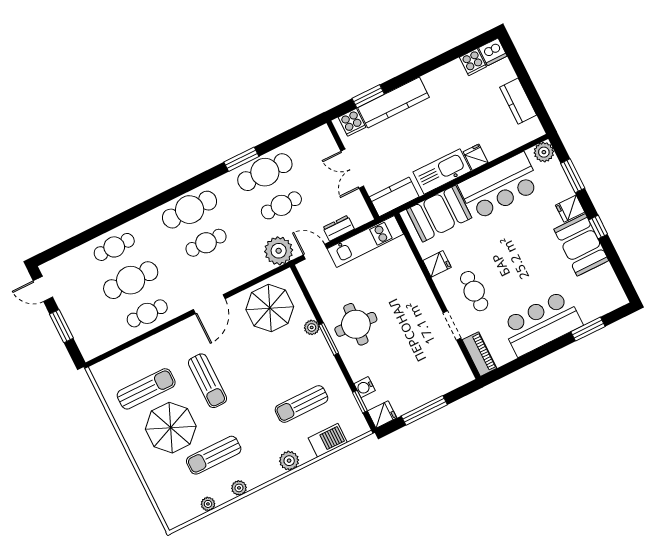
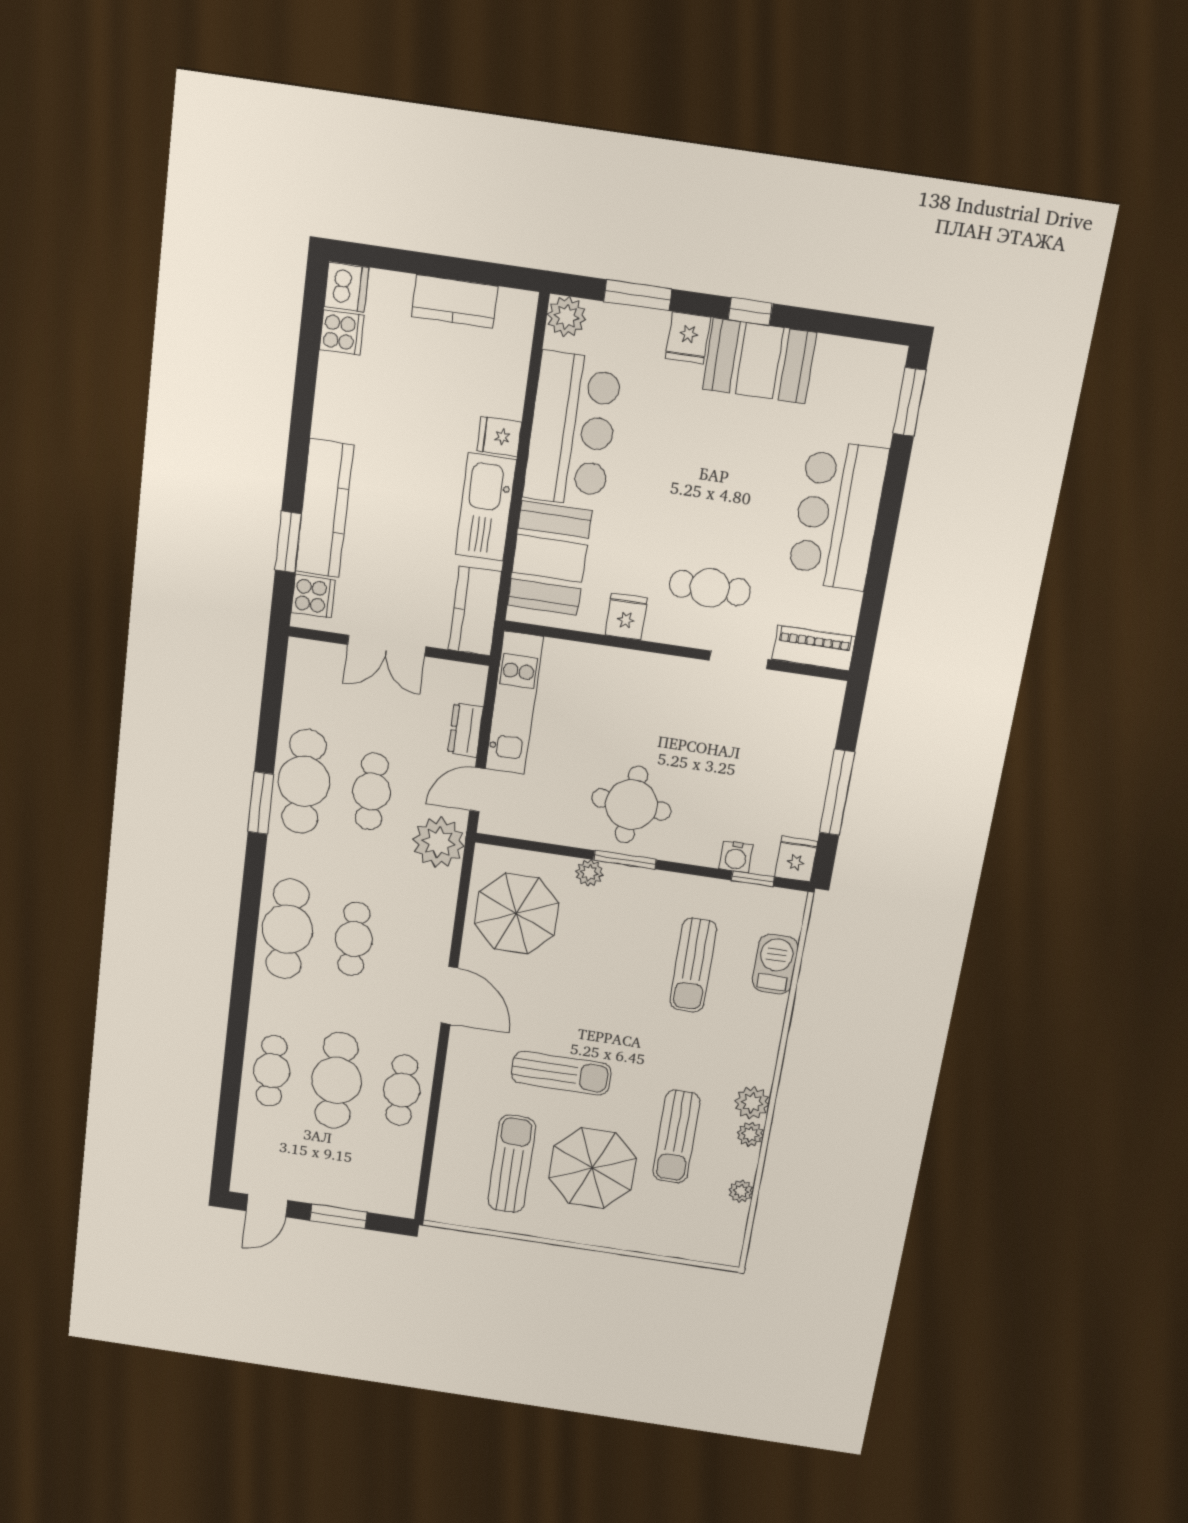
window: (588, 329) -> (909, 402), moved
plant: (289, 461) -> (752, 1103), moved

